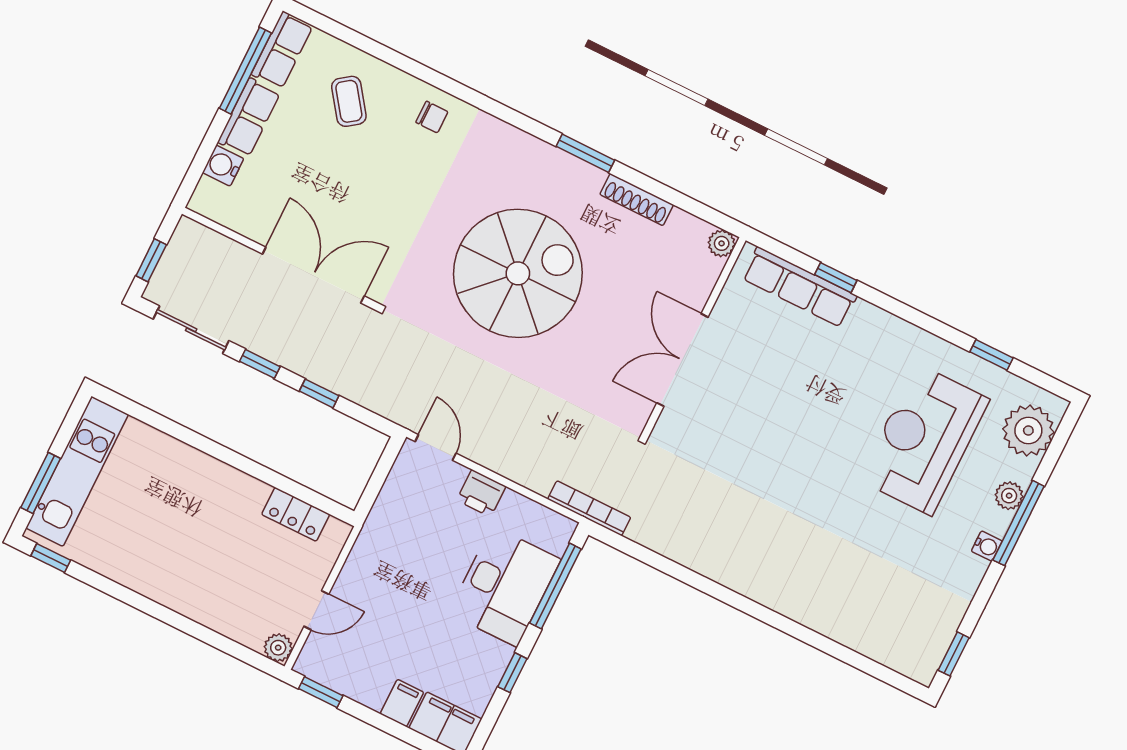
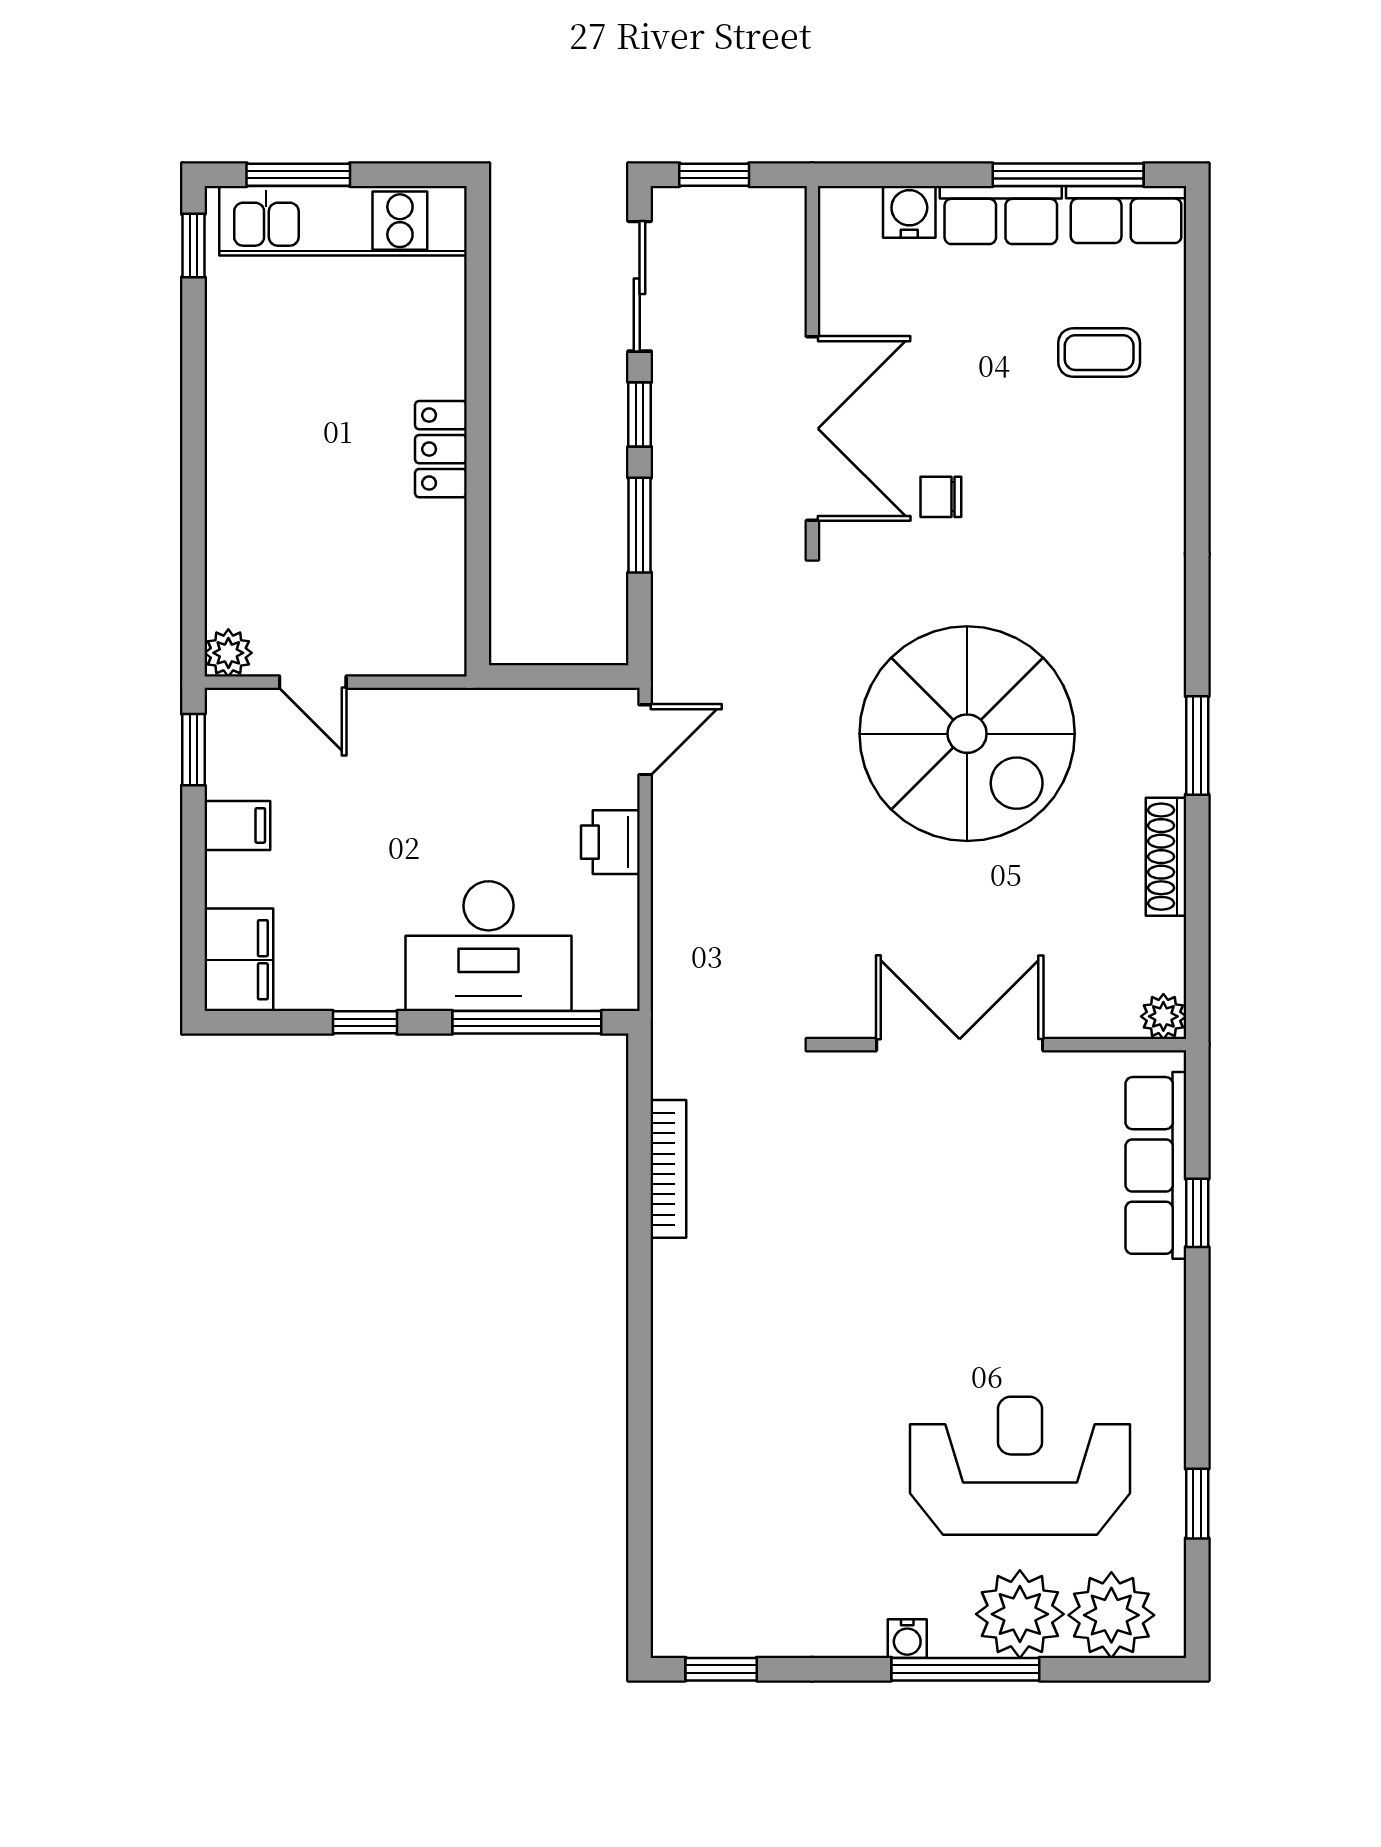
coffee table: (349, 101) -> (1099, 353), turned 36
chair: (432, 117) -> (941, 497), moved, turned 90
window: (319, 393) -> (640, 525), width x1.50
plant: (1009, 496) -> (1020, 1614), width x1.88, depth x1.88
bookcase: (589, 508) -> (668, 1169), moved
locker: (296, 514) -> (441, 449), moved
filing cabinet: (402, 703) -> (237, 825), moved

